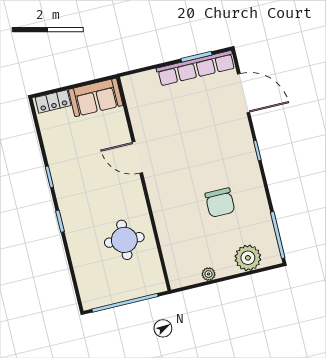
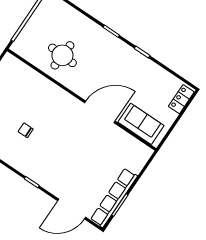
sofa: (96, 97) -> (141, 124), moved, turned 90
door: (137, 157) -> (100, 112), width x1.36
chair: (220, 203) -> (26, 130), width x0.54, depth x0.54

